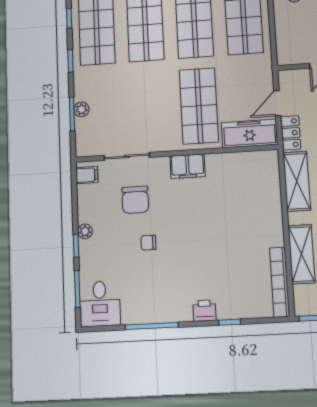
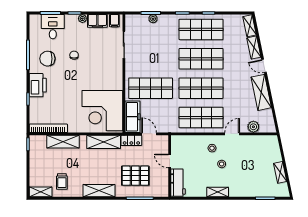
filing cabinet: (187, 166) -> (97, 21), moved, turned -90
corner desk: (242, 187) -> (102, 111), added
chair: (135, 200) -> (47, 59), moved
desk: (100, 304) -> (53, 27), moved, turned 90
printer: (205, 310) -> (38, 85), width x1.87, depth x1.48

